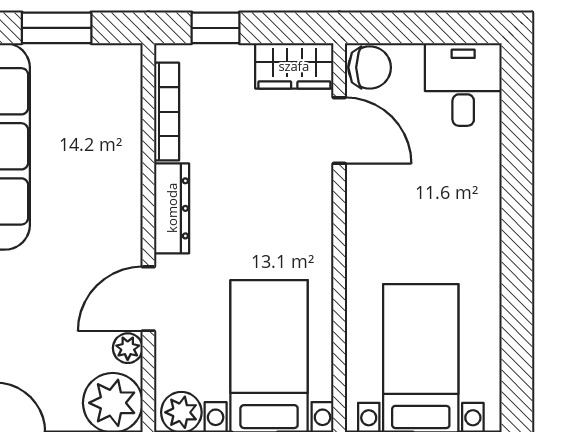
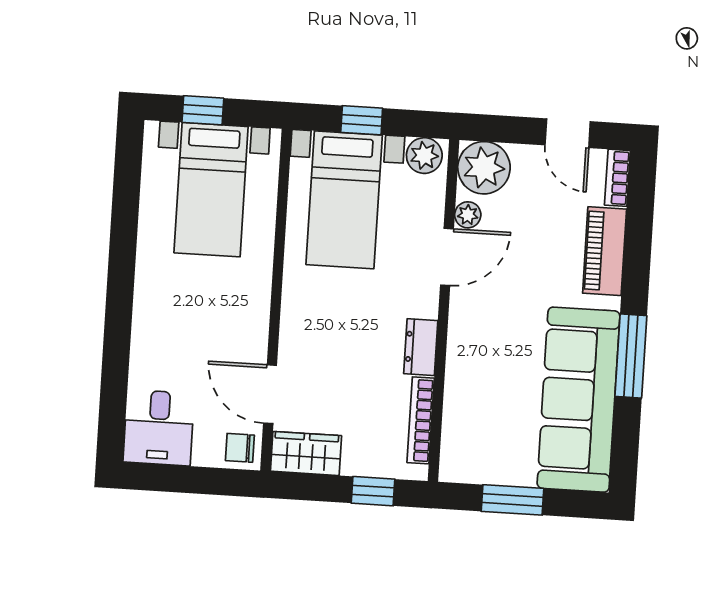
chair: (370, 67) -> (240, 448), width x0.73, depth x0.73
dresser: (172, 208) -> (421, 347), width x0.70

